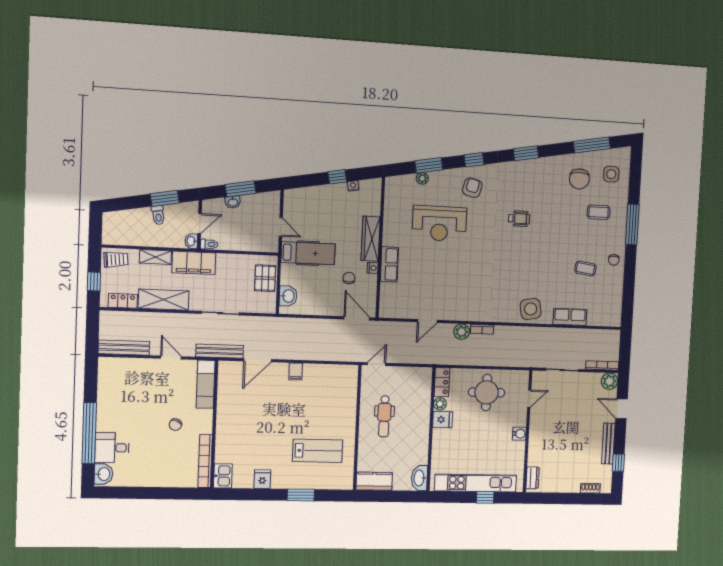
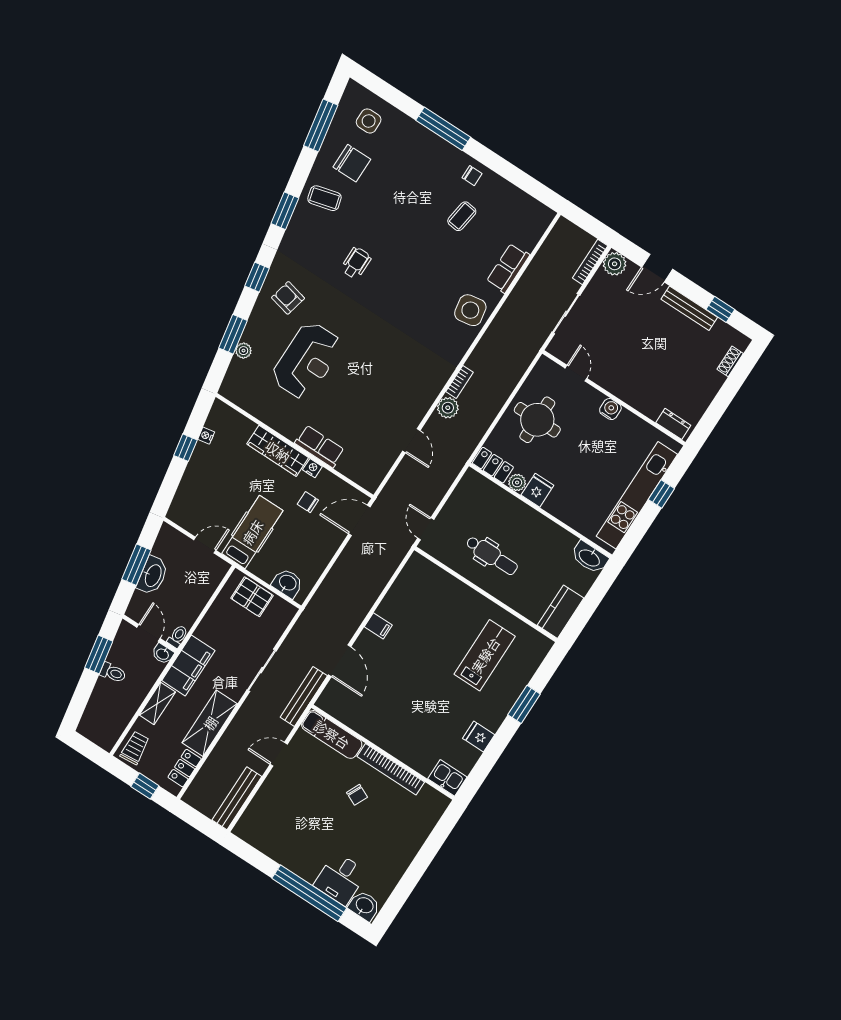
washbasin: (233, 202) -> (153, 575), width x1.91, depth x1.45
coffee table: (599, 212) -> (324, 198), moved, turned 75
bookcase: (205, 461) -> (391, 769), moved

